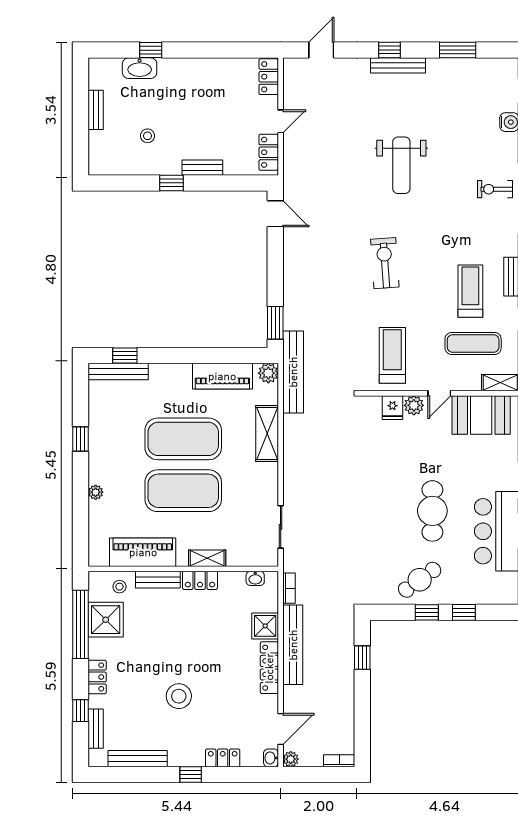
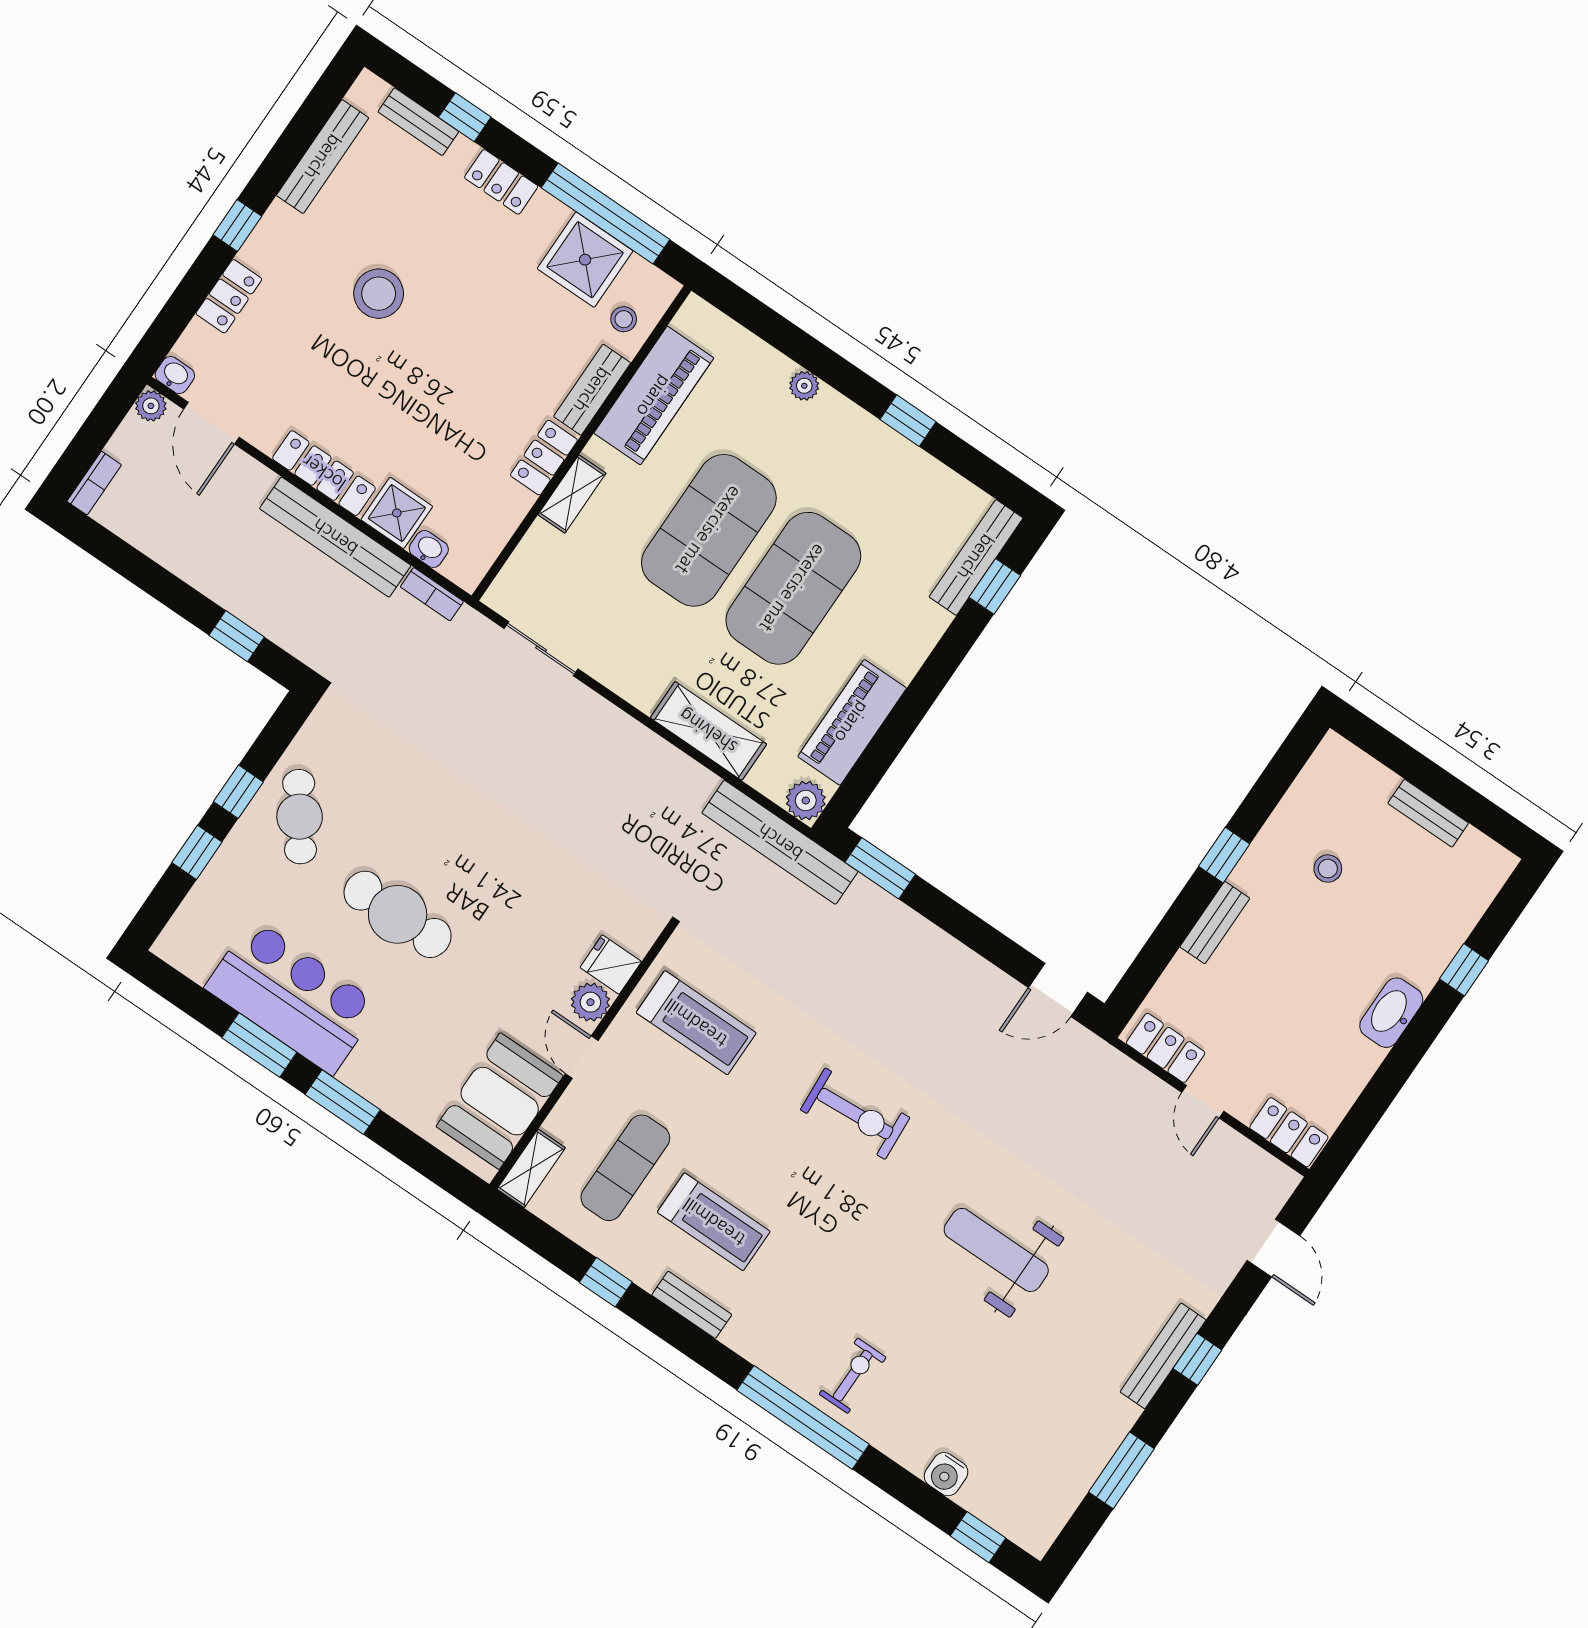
washbasin: (140, 68) -> (1391, 1013), moved
washbasin: (255, 578) -> (429, 549), moved, turned 90

